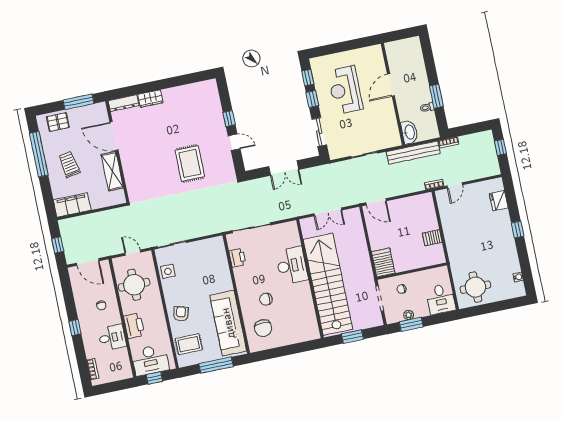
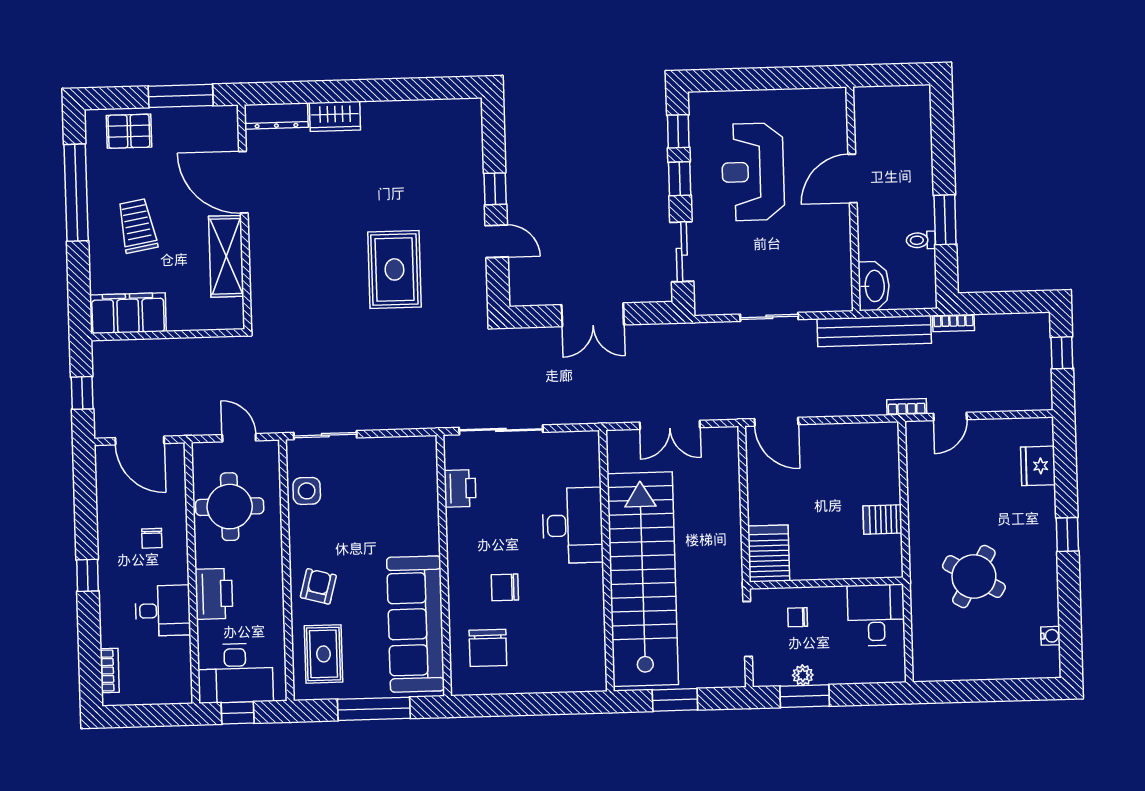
round table: (475, 287) -> (974, 577), moved, turned 30
desk: (441, 299) -> (876, 615), moved, turned 180
rug: (189, 344) -> (324, 654), turned 90

